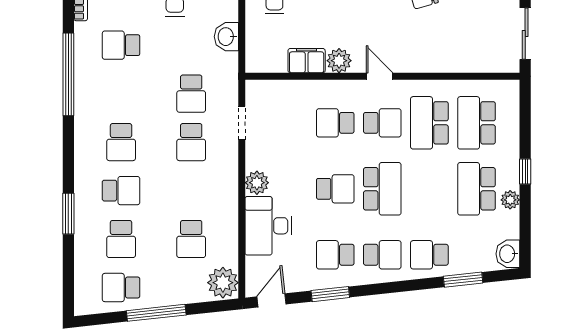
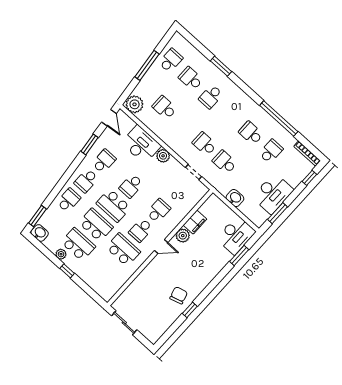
school desk: (476, 123) -> (96, 225), moved
school desk: (121, 142) -> (251, 133), moved
window: (463, 280) -> (38, 216), moved

